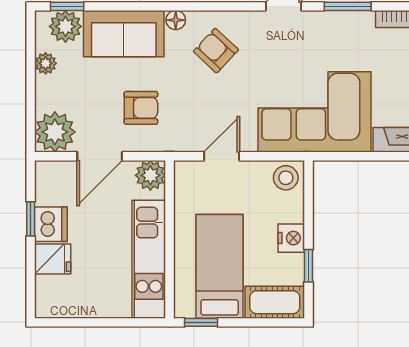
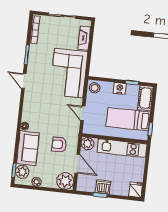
armchair: (216, 51) -> (39, 111), removed
armchair: (141, 108) -> (59, 144), turned -90
fridge: (53, 259) -> (136, 190), moved

